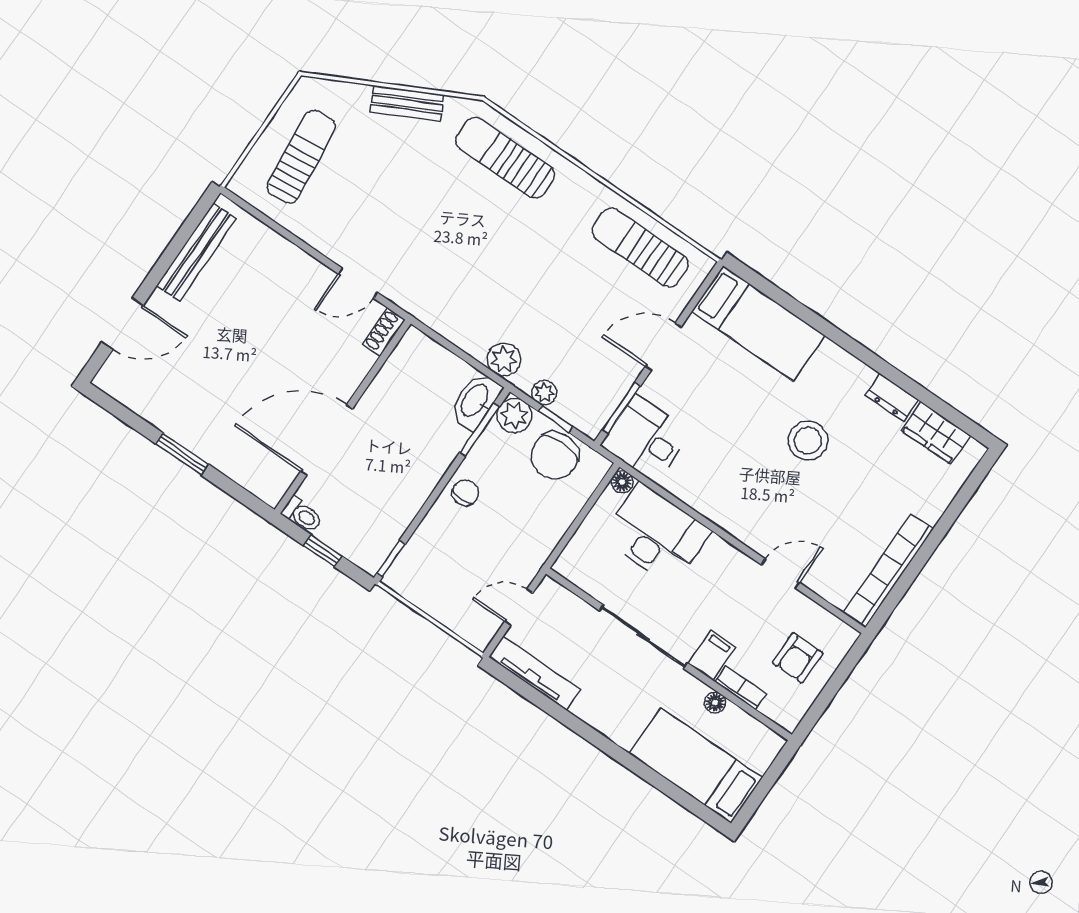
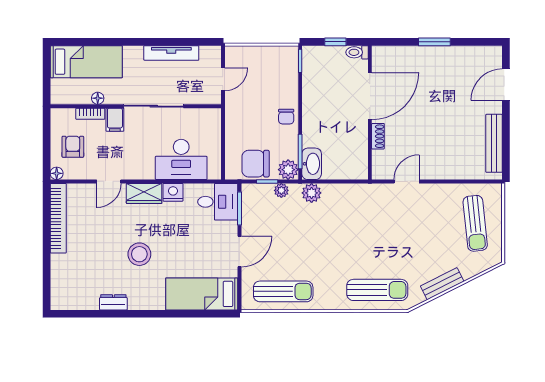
shoe rack: (384, 332) -> (378, 136), moved
wardrobe: (936, 433) -> (144, 194), moved, turned 180
chair: (555, 456) -> (256, 164), turned -90
floor lamp: (622, 482) -> (57, 173), moved
nightstand: (700, 496) -> (173, 192), added
tv unit: (535, 673) -> (171, 53), moved

